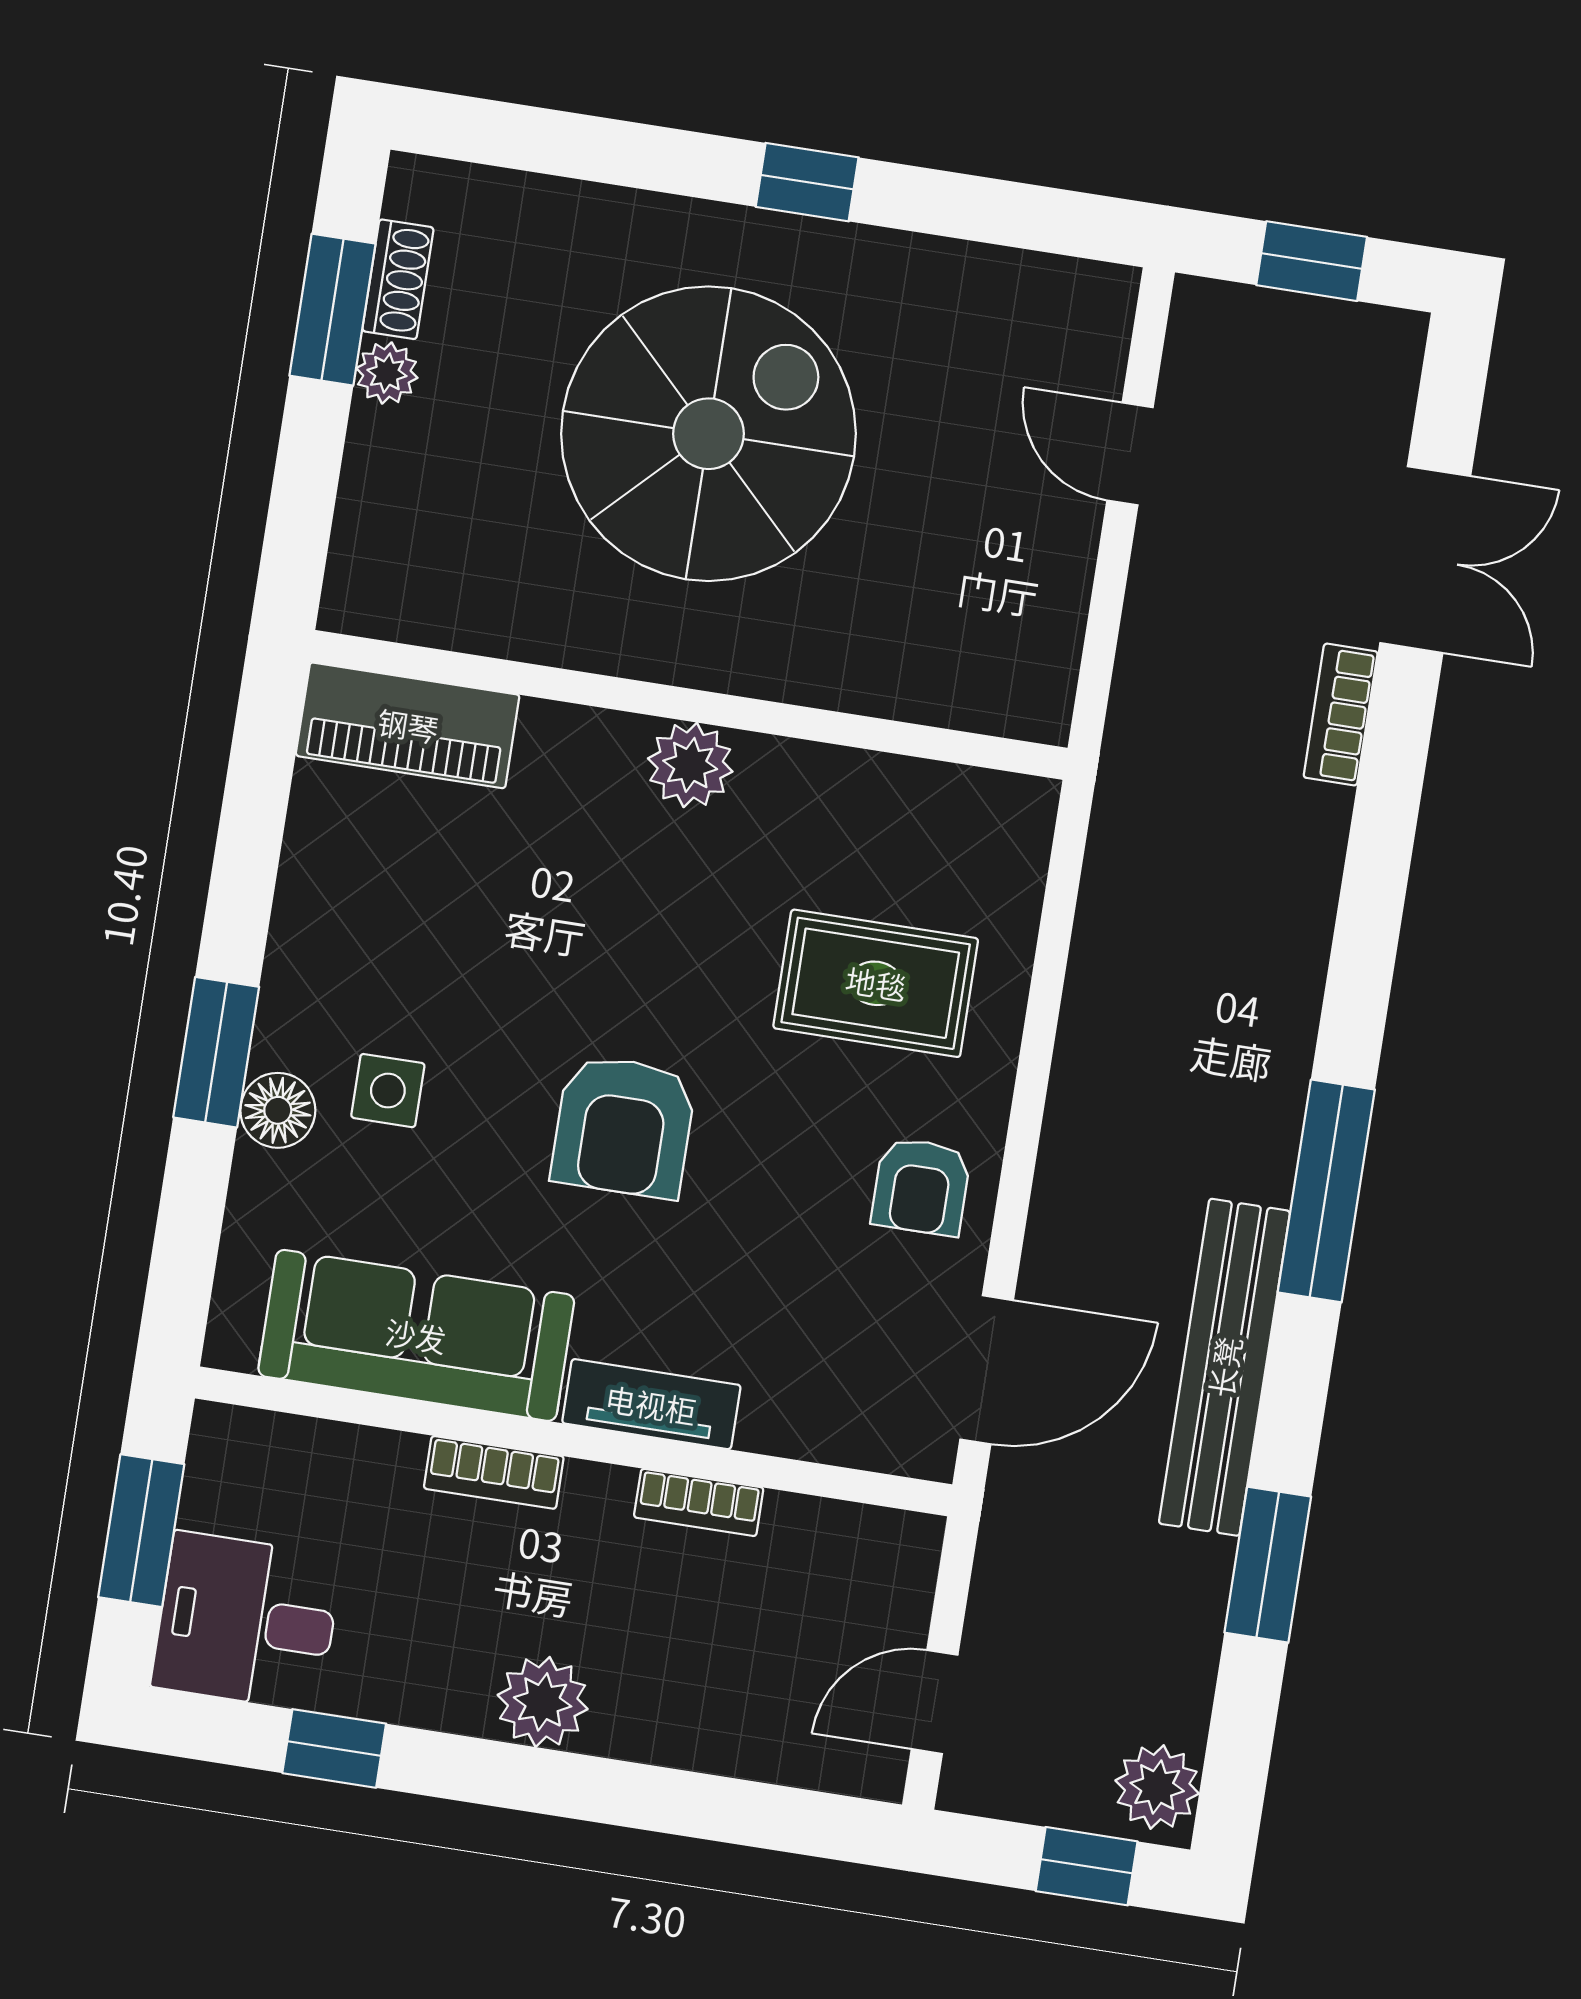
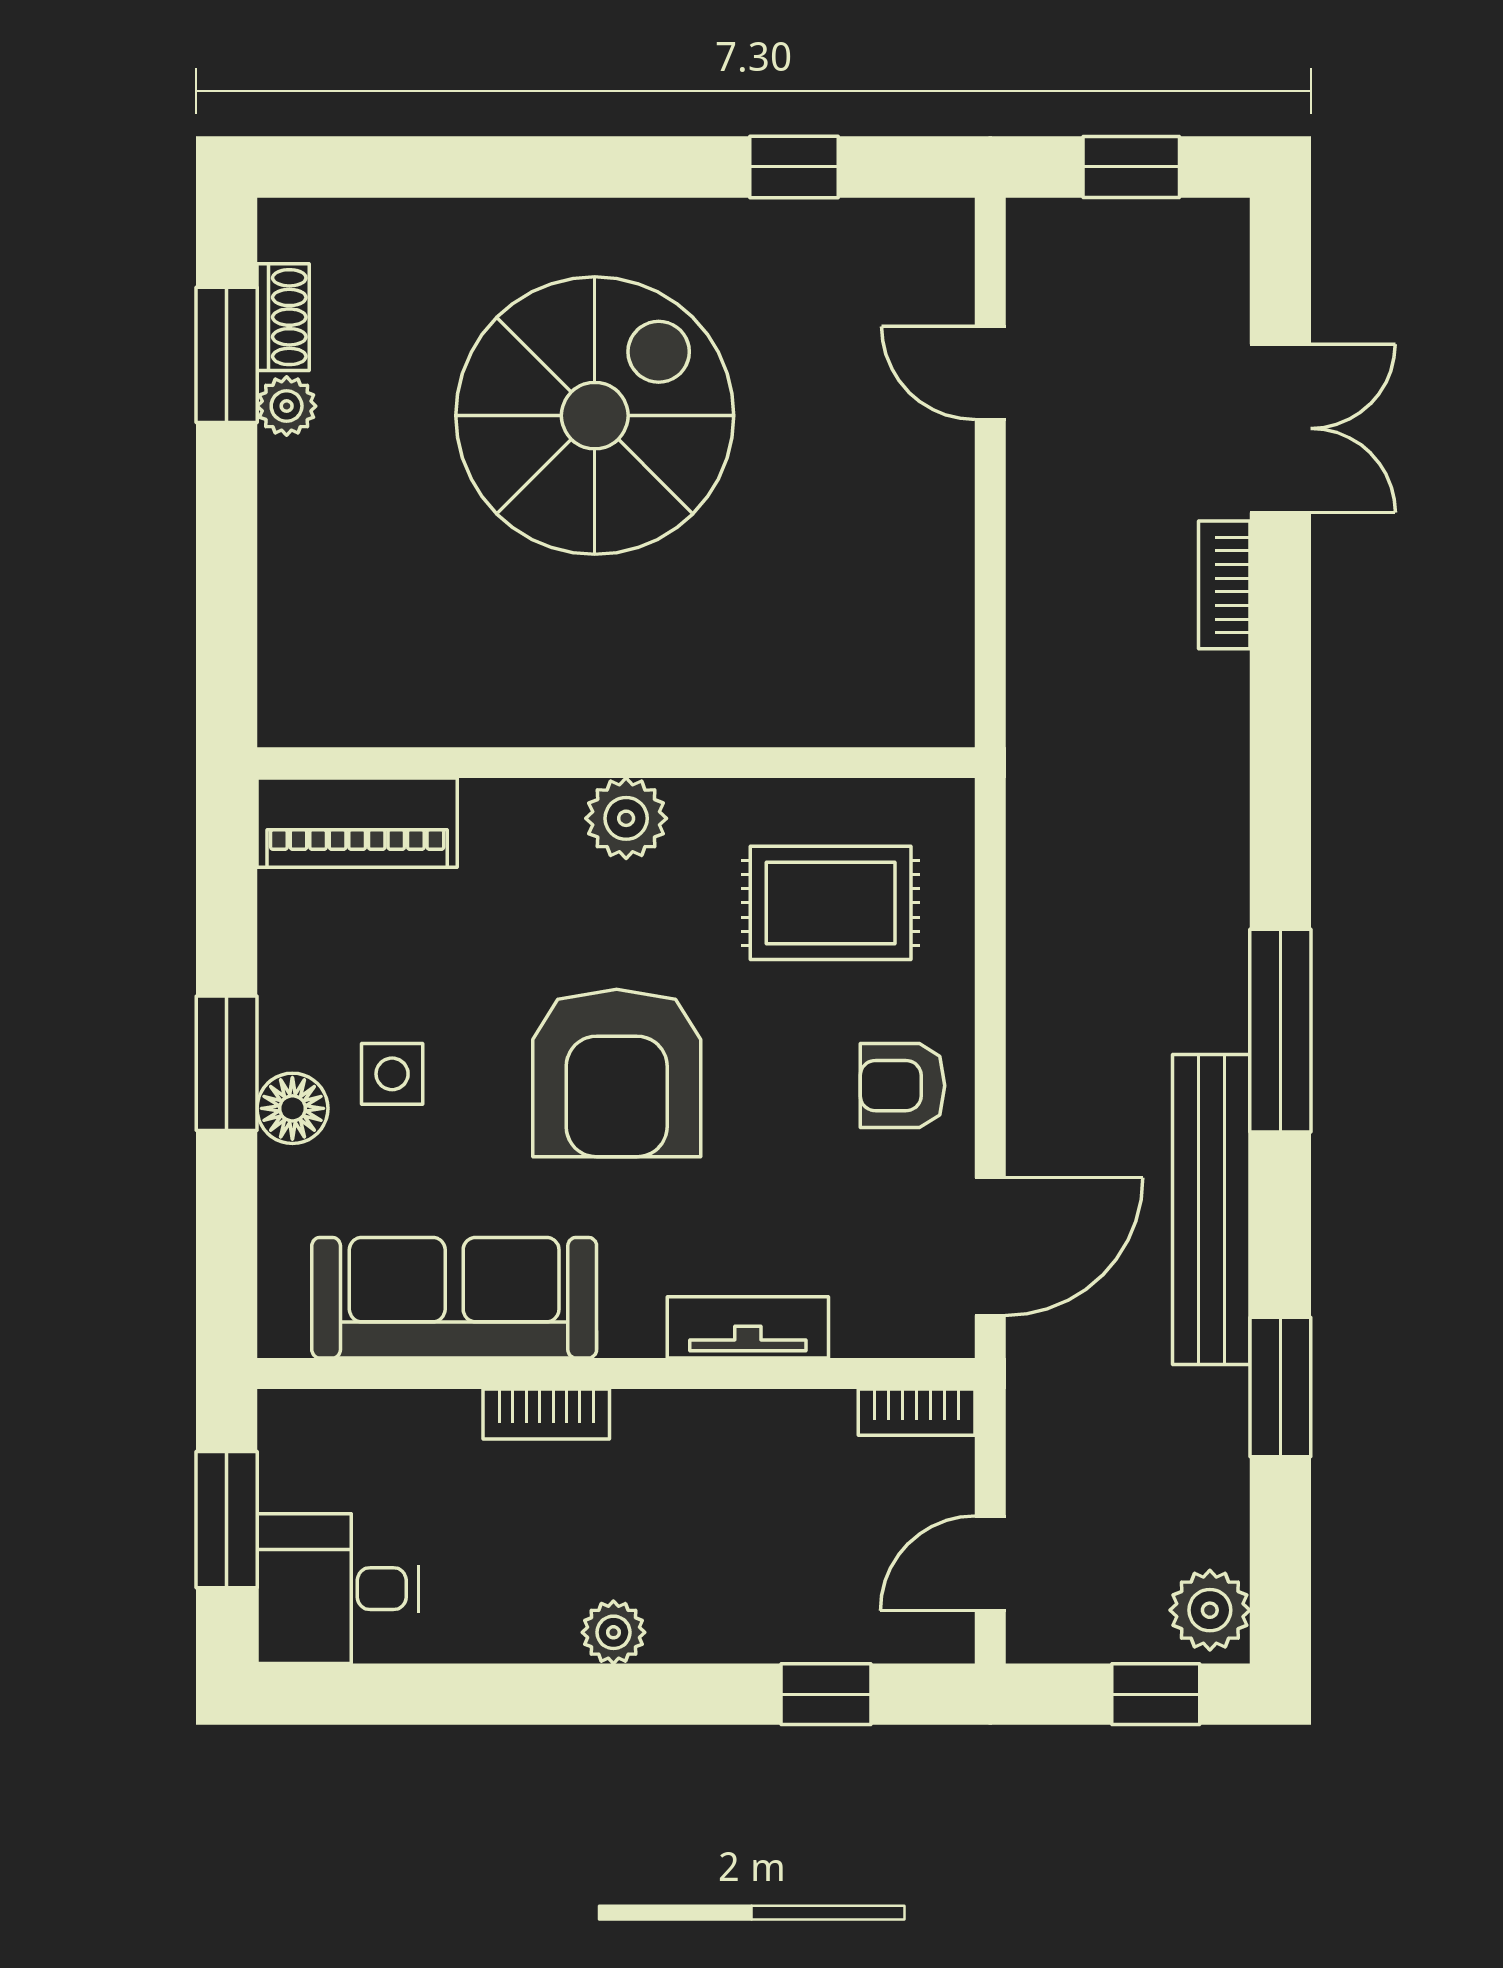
window: (807, 182) -> (794, 167), moved
wall: (689, 705) -> (616, 763), moved
piano: (408, 725) -> (357, 823), moved
plant: (690, 765) -> (626, 818), moved
armchair: (624, 1126) -> (617, 1073), width x1.36, depth x1.36
armchair: (921, 1187) -> (902, 1086), turned 90
tv unit: (651, 1404) -> (748, 1327), moved
bookcase: (699, 1502) -> (917, 1412), moved
plant: (543, 1702) -> (613, 1632), width x0.73, depth x0.73
window: (334, 1748) -> (826, 1694), moved

